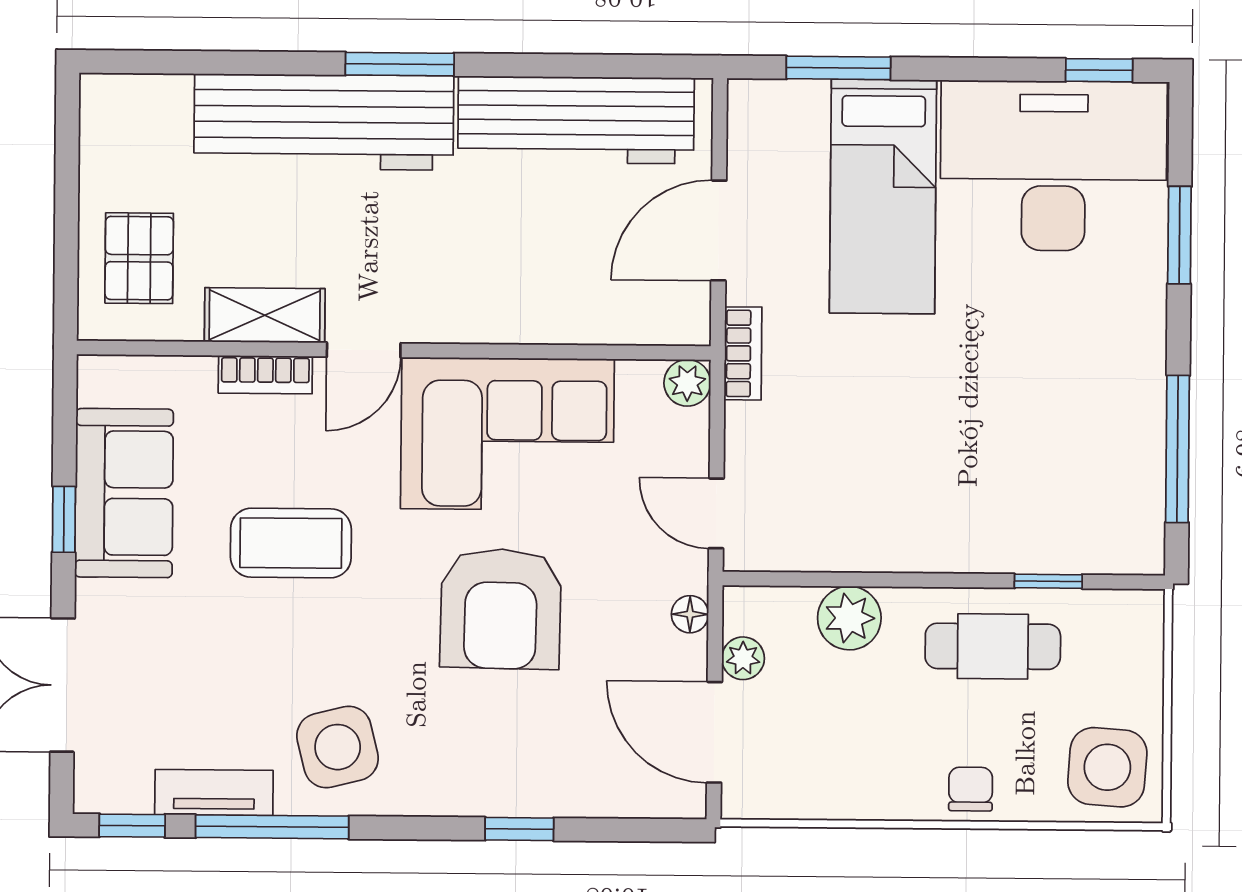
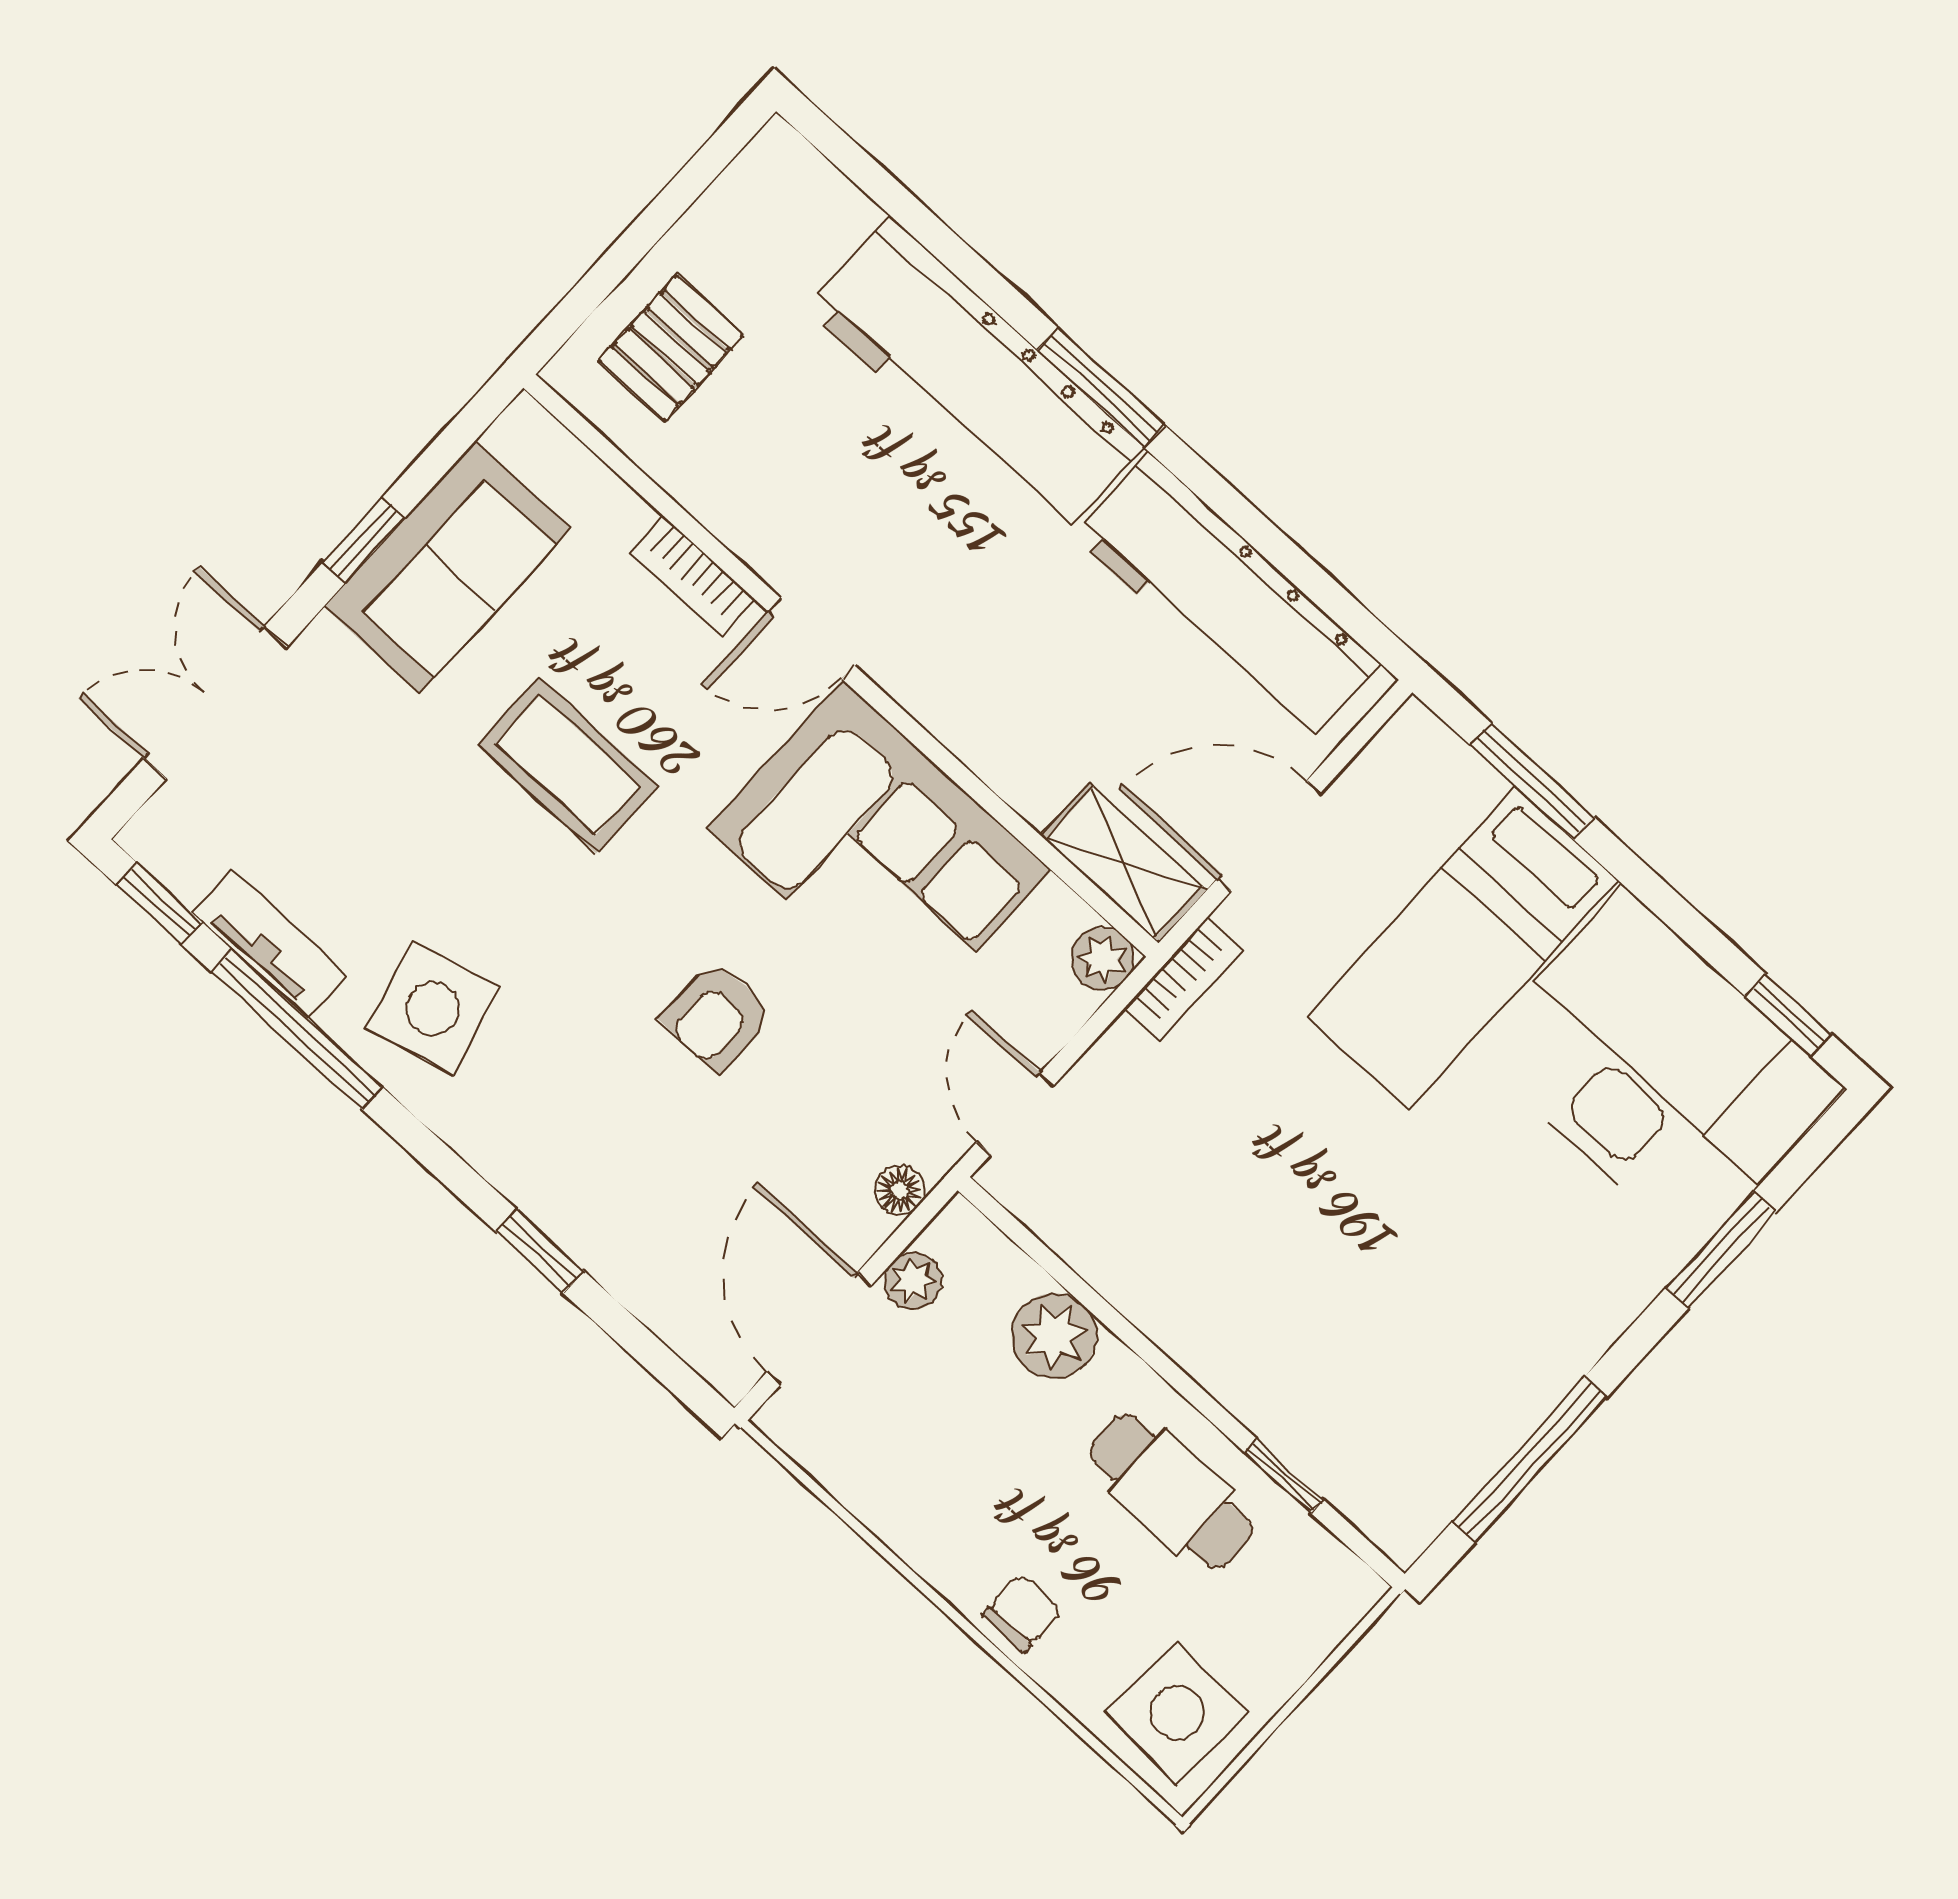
shelving: (265, 315) -> (1124, 863), moved
armchair: (501, 609) -> (717, 1017), width x0.53, depth x0.53

